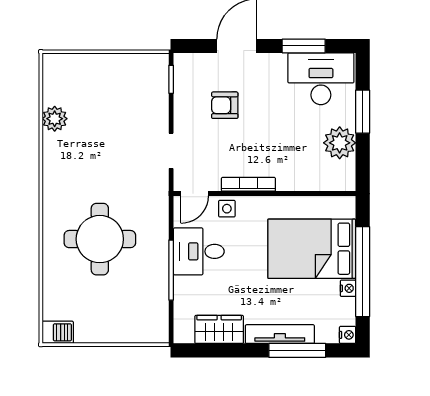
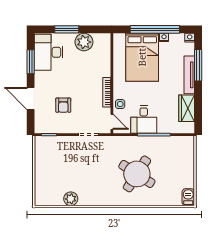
round table: (100, 239) -> (137, 174), turned 33

